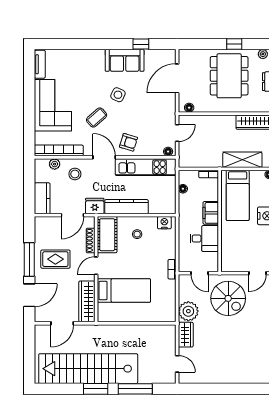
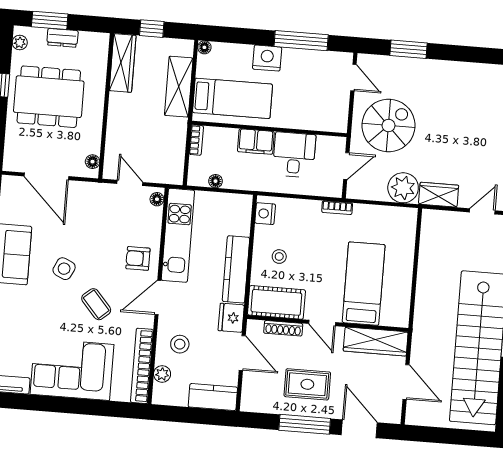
armchair: (128, 142) -> (138, 258), turned -107
rug: (55, 259) -> (307, 384), turned 90

